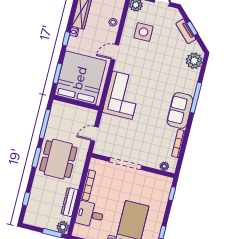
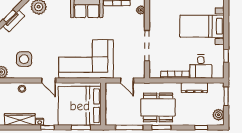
corner sofa: (122, 95) -> (86, 59), width x1.36, depth x1.36
plant: (63, 227) -> (218, 115), moved

